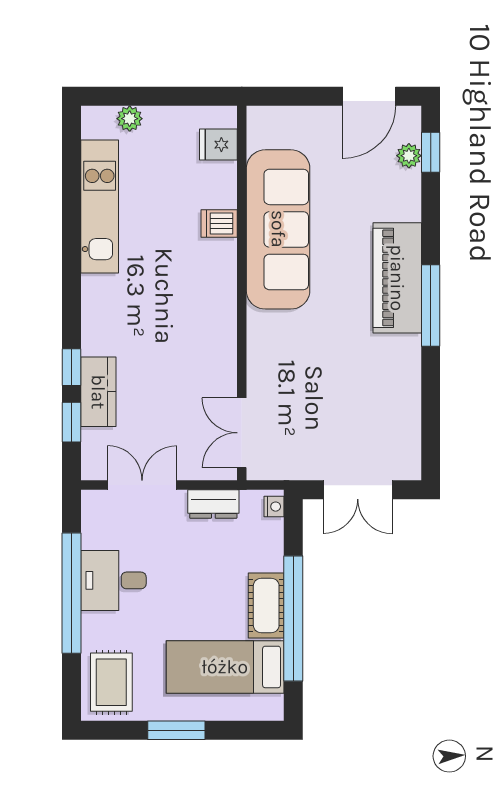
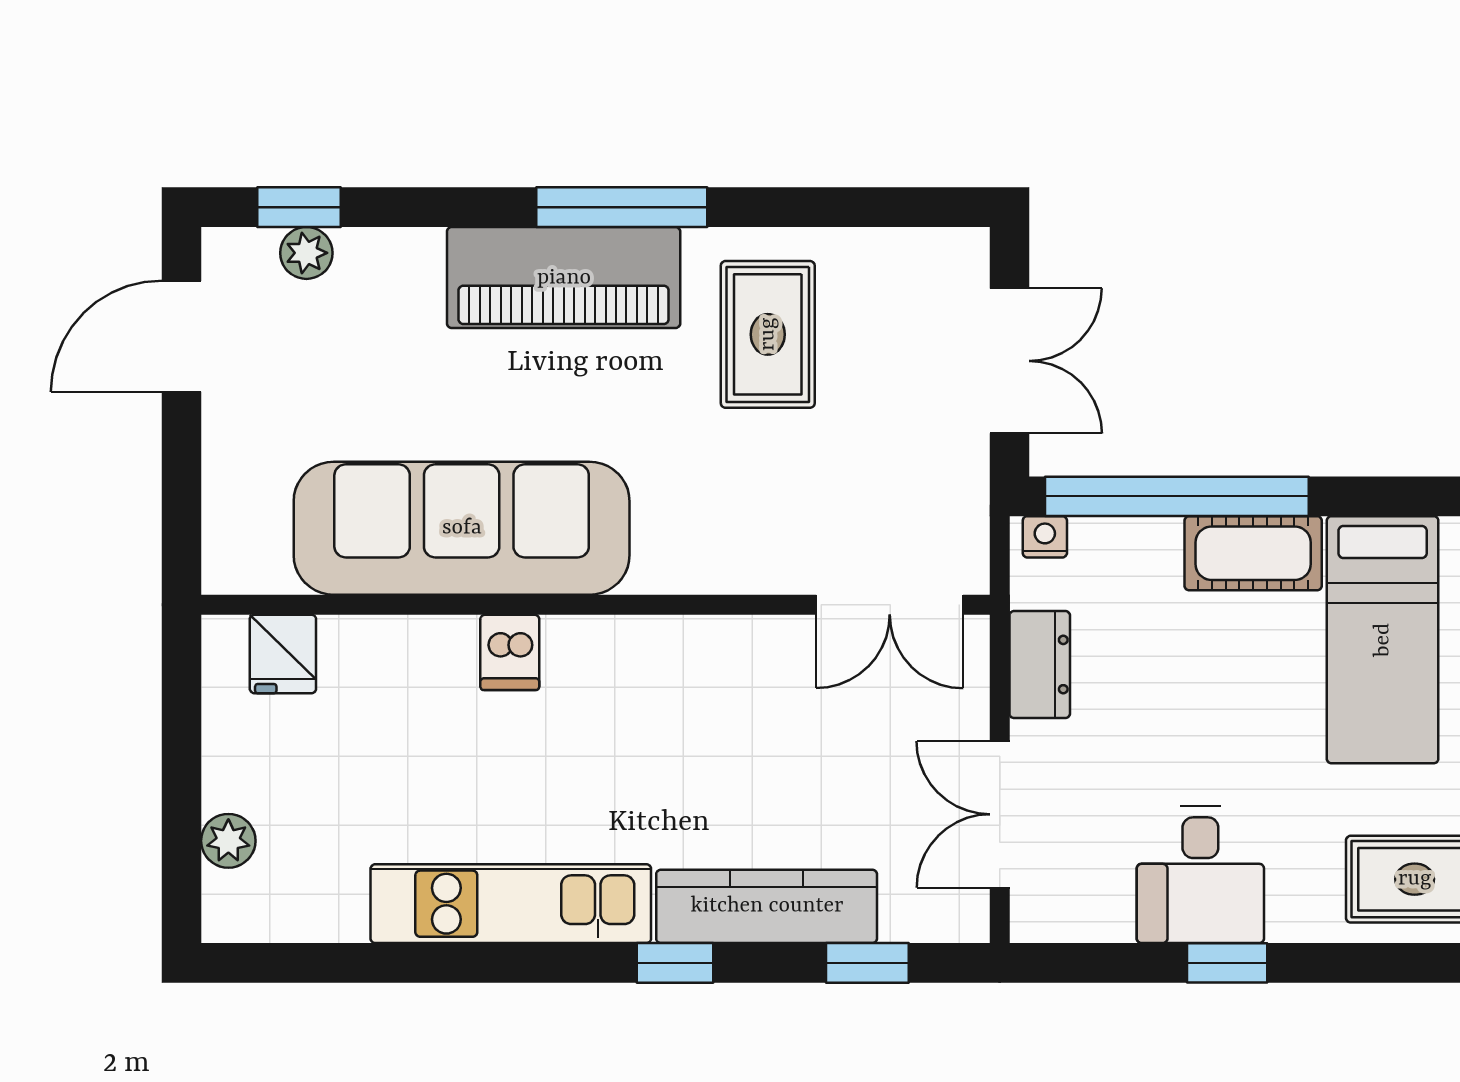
door: (369, 96) -> (182, 336), swing flipped
kitchen unit: (100, 206) -> (511, 904), moved
dishwasher: (219, 223) -> (510, 652), moved
window: (72, 367) -> (675, 963), moved
rug: (370, 375) -> (768, 334), added
kitchen counter: (98, 392) -> (767, 906), width x1.50
window: (72, 593) -> (1227, 963), width x0.32
window: (293, 619) -> (1177, 496), moved

